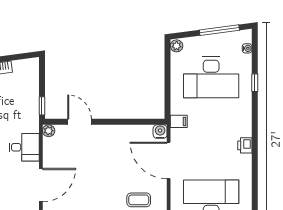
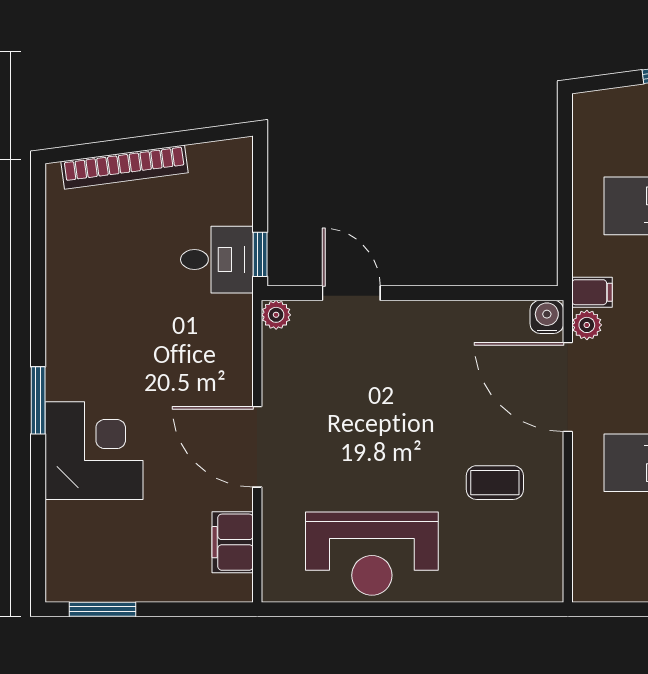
plant: (177, 46) -> (587, 325), moved
desk: (24, 147) -> (217, 260), moved
door: (41, 185) -> (257, 447), swing flipped

